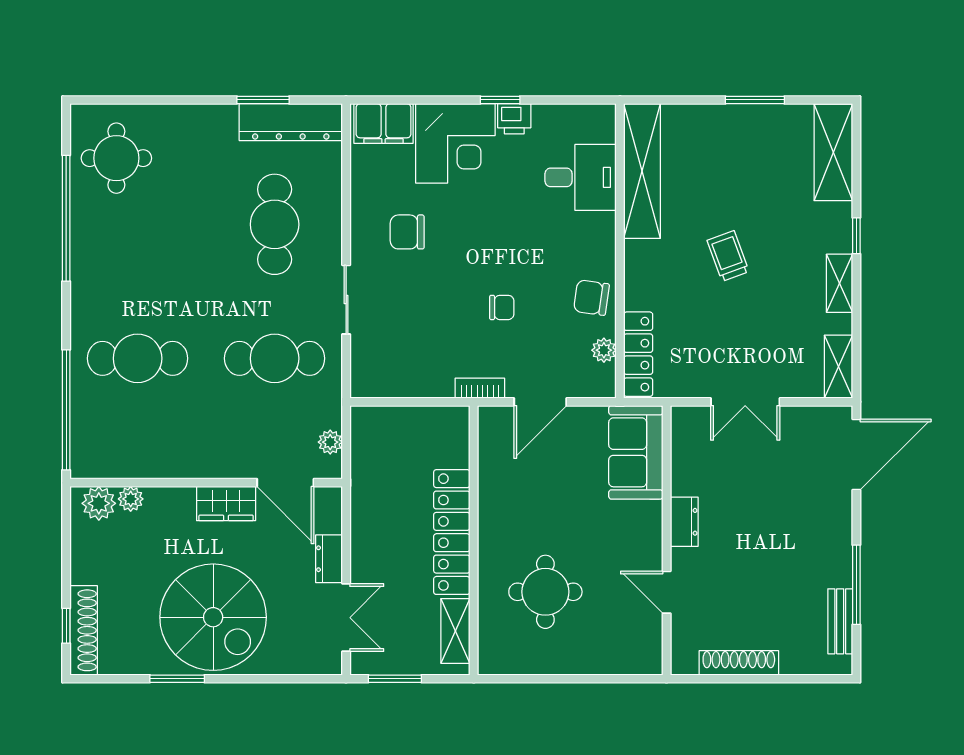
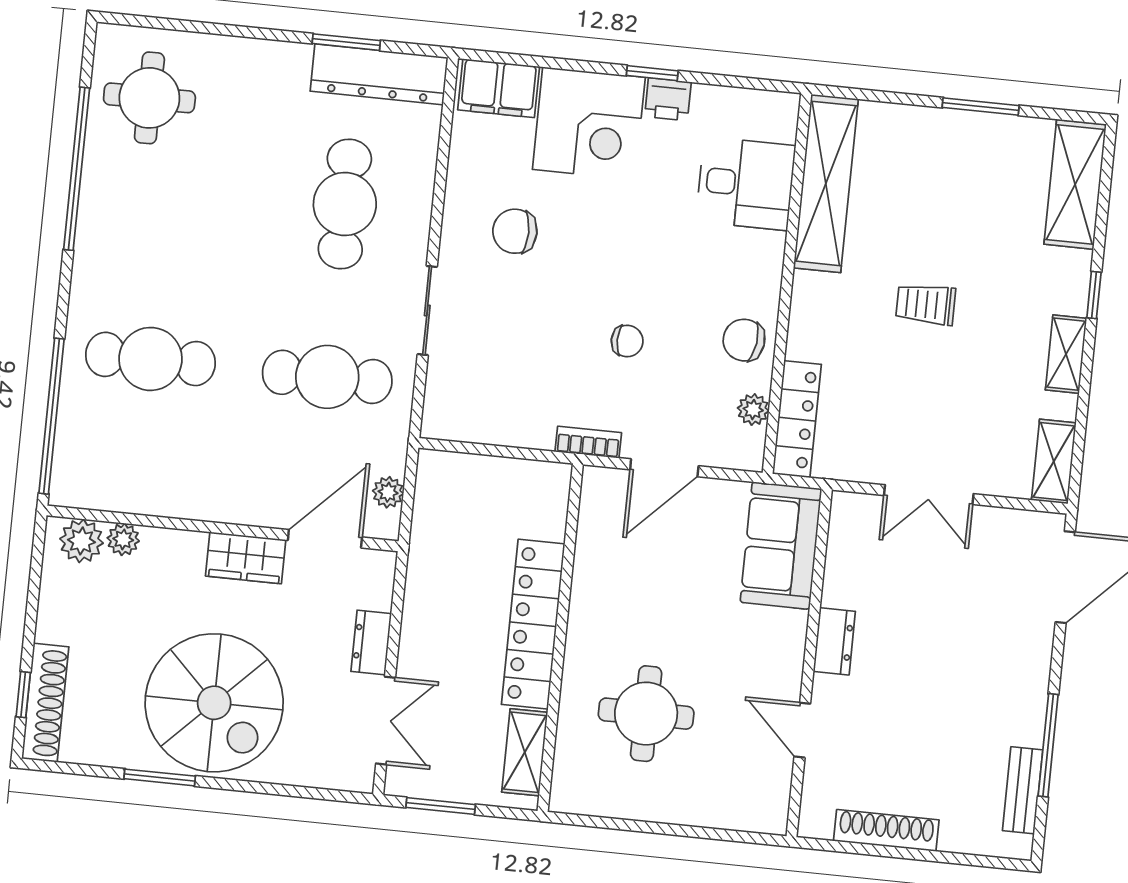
trolley: (728, 256) -> (926, 304), turned -70
door: (285, 483) -> (325, 539), swing flipped

